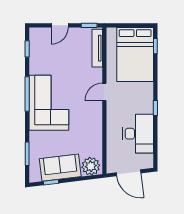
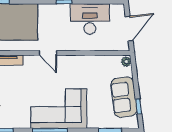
plant: (91, 166) -> (126, 62), width x0.53, depth x0.53

